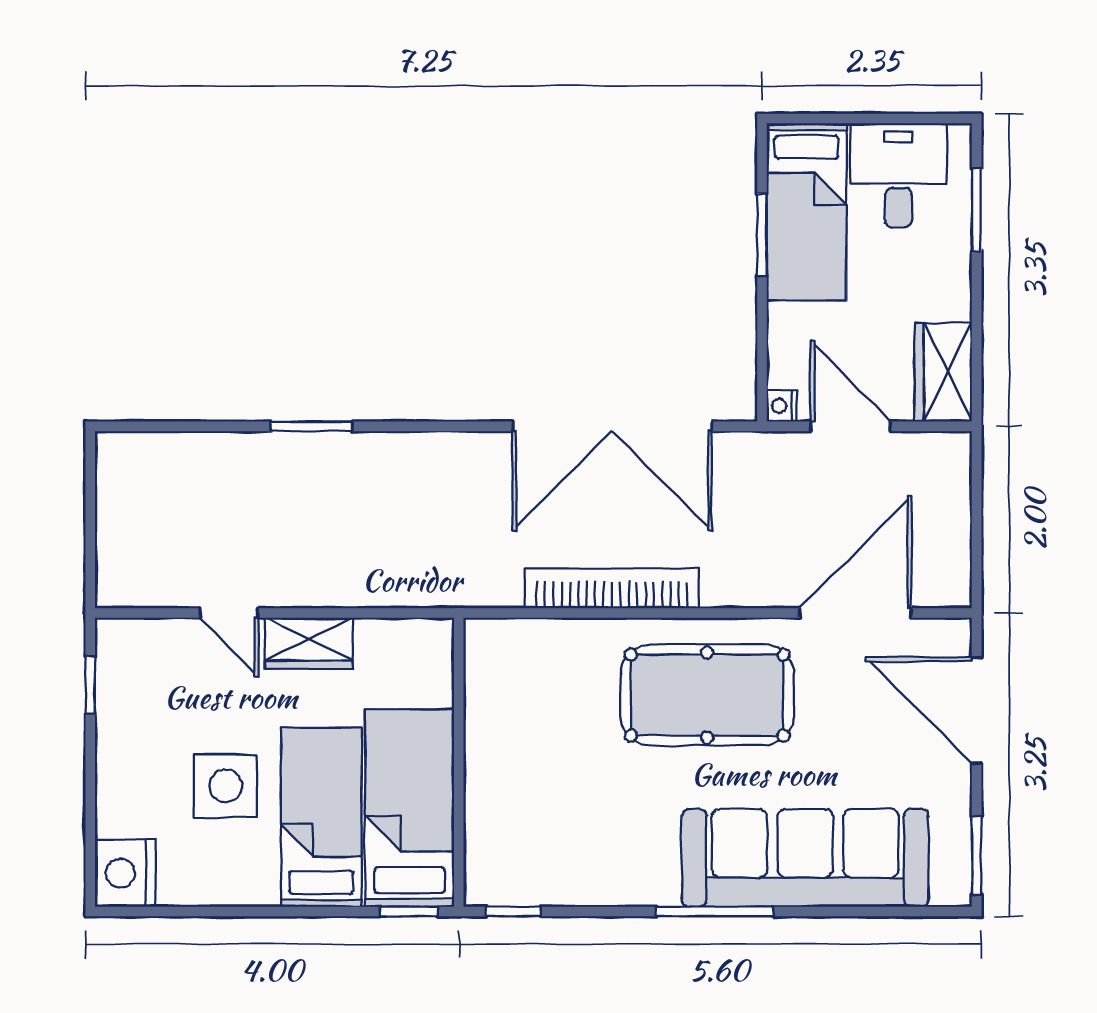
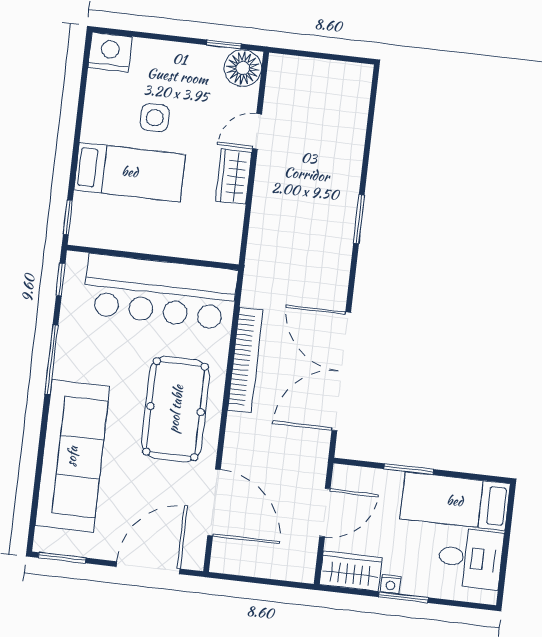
window: (977, 210) -> (403, 597), moved
window: (762, 235) -> (409, 469), moved
nightstand: (782, 406) -> (391, 584), moved, turned 180
window: (312, 426) -> (359, 219), moved
floor lamp: (126, 649) -> (243, 68), added
bar counter: (515, 743) -> (160, 292), added
side table: (226, 786) -> (155, 118), width x0.73, depth x0.73
bed: (410, 808) -> (129, 225), removed
window: (714, 911) -> (51, 360), moved

